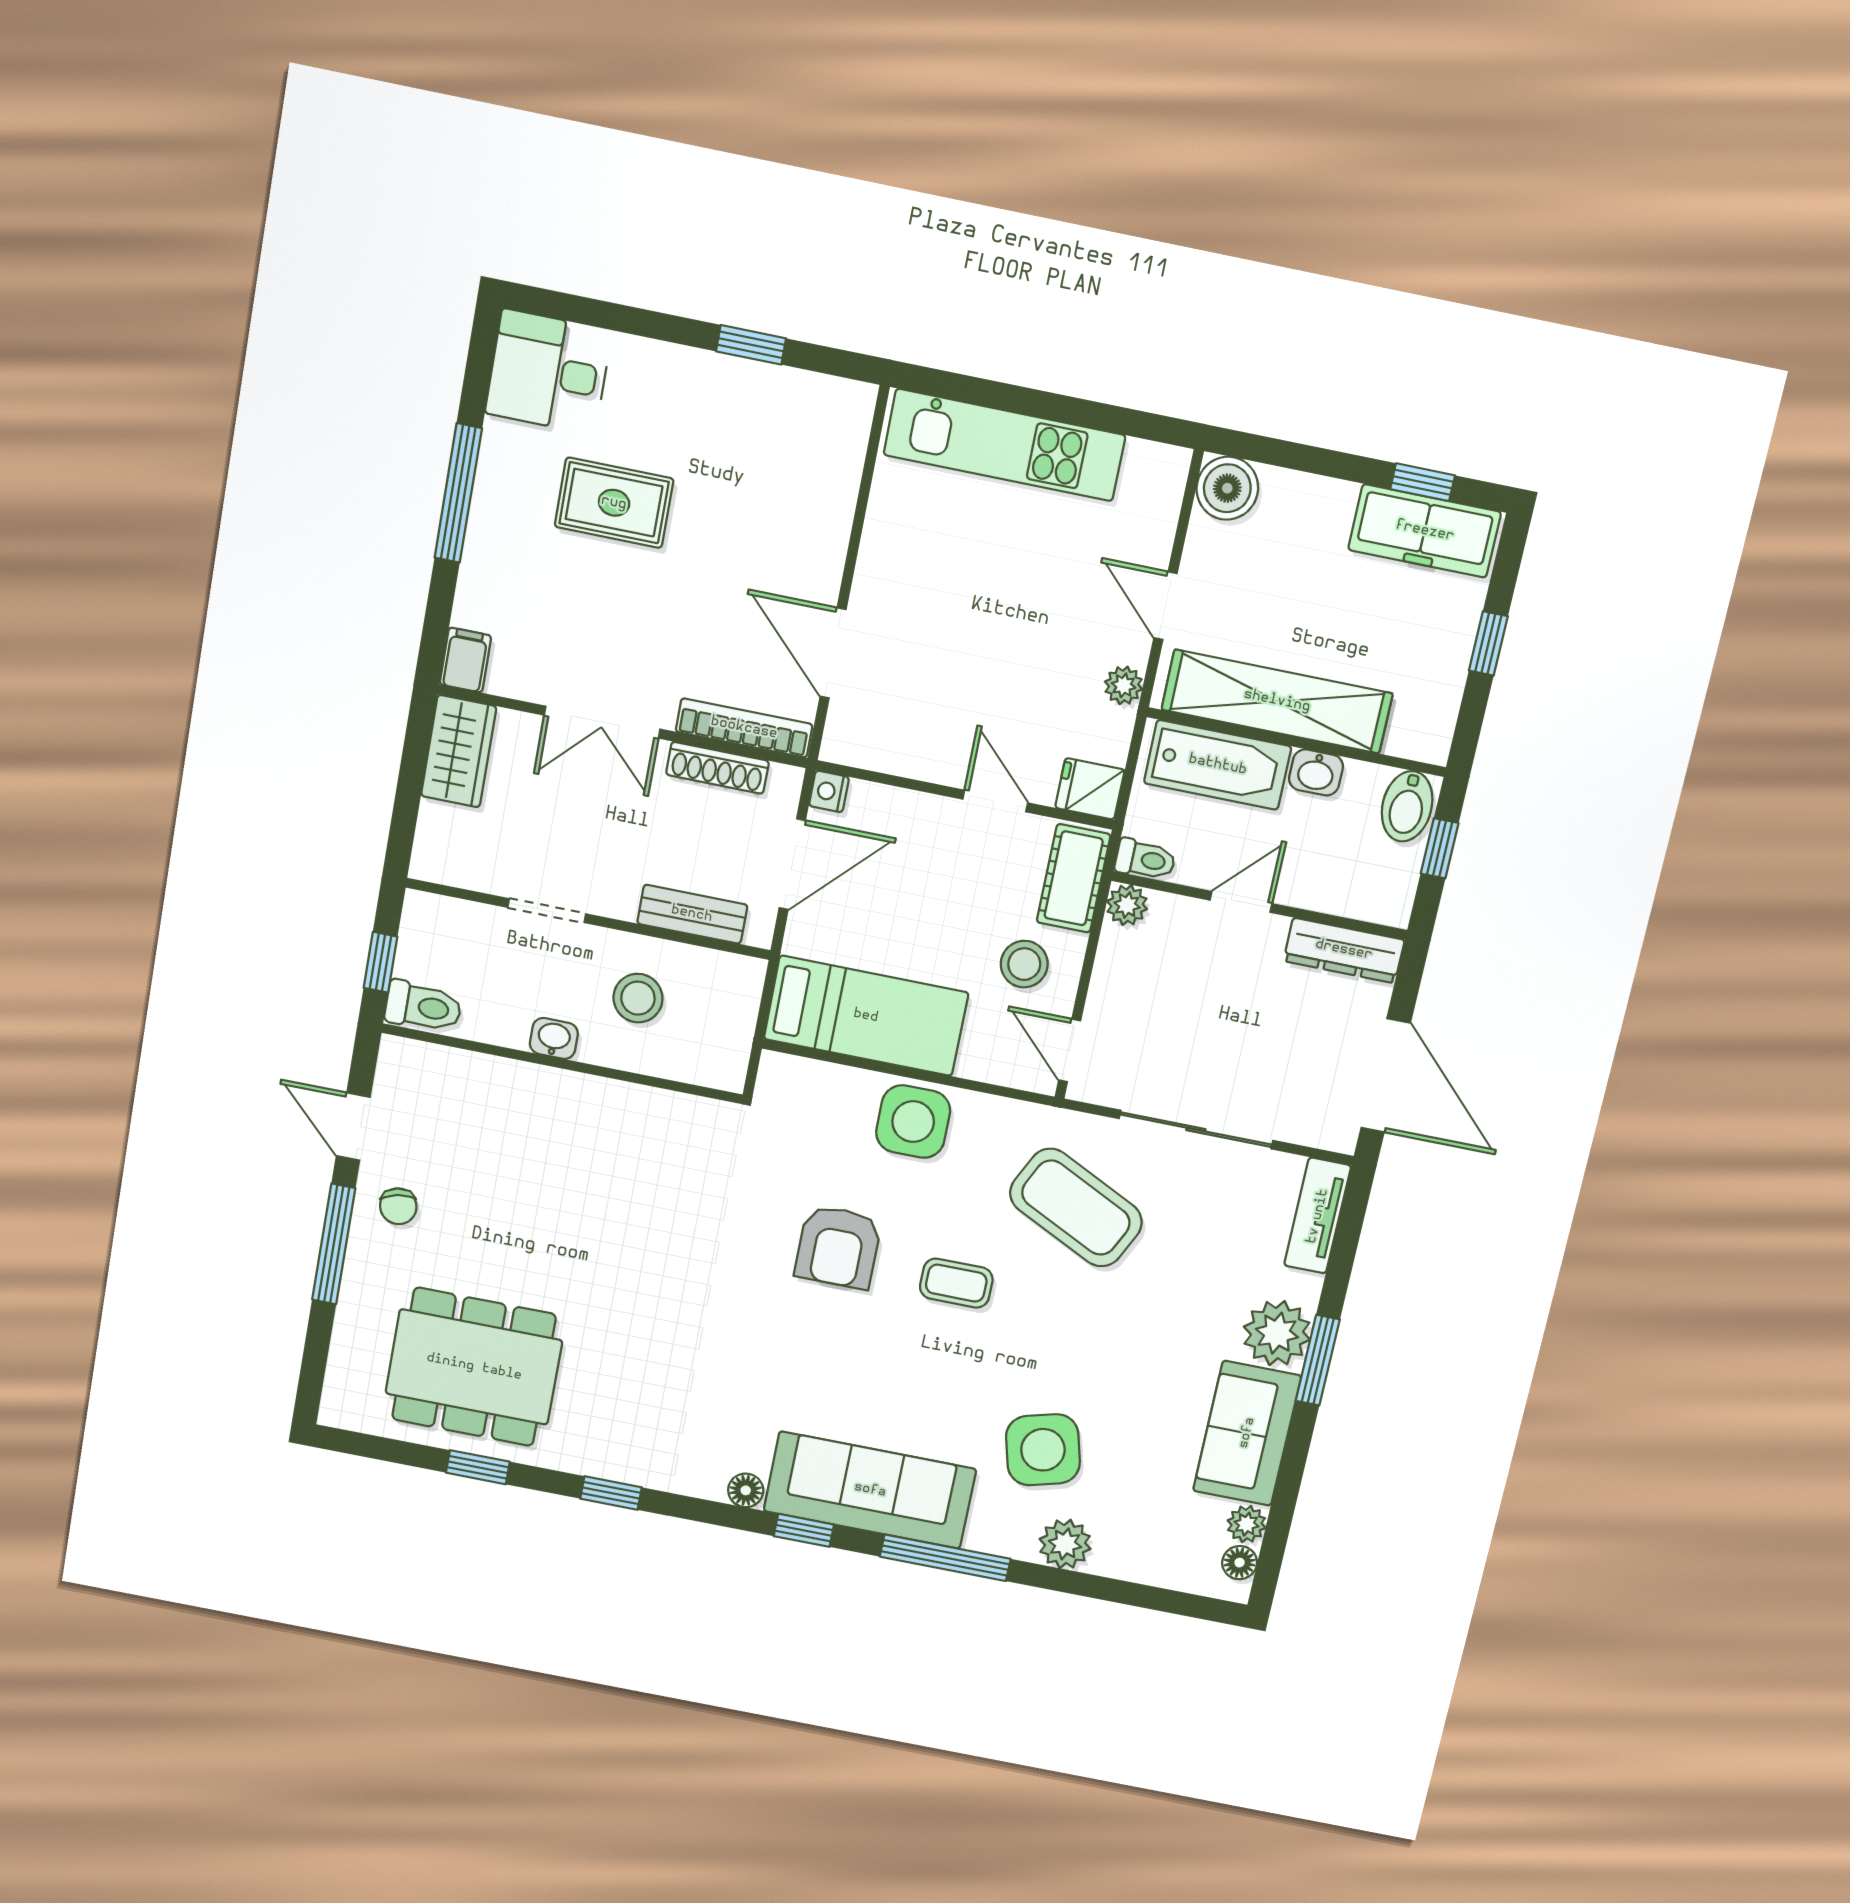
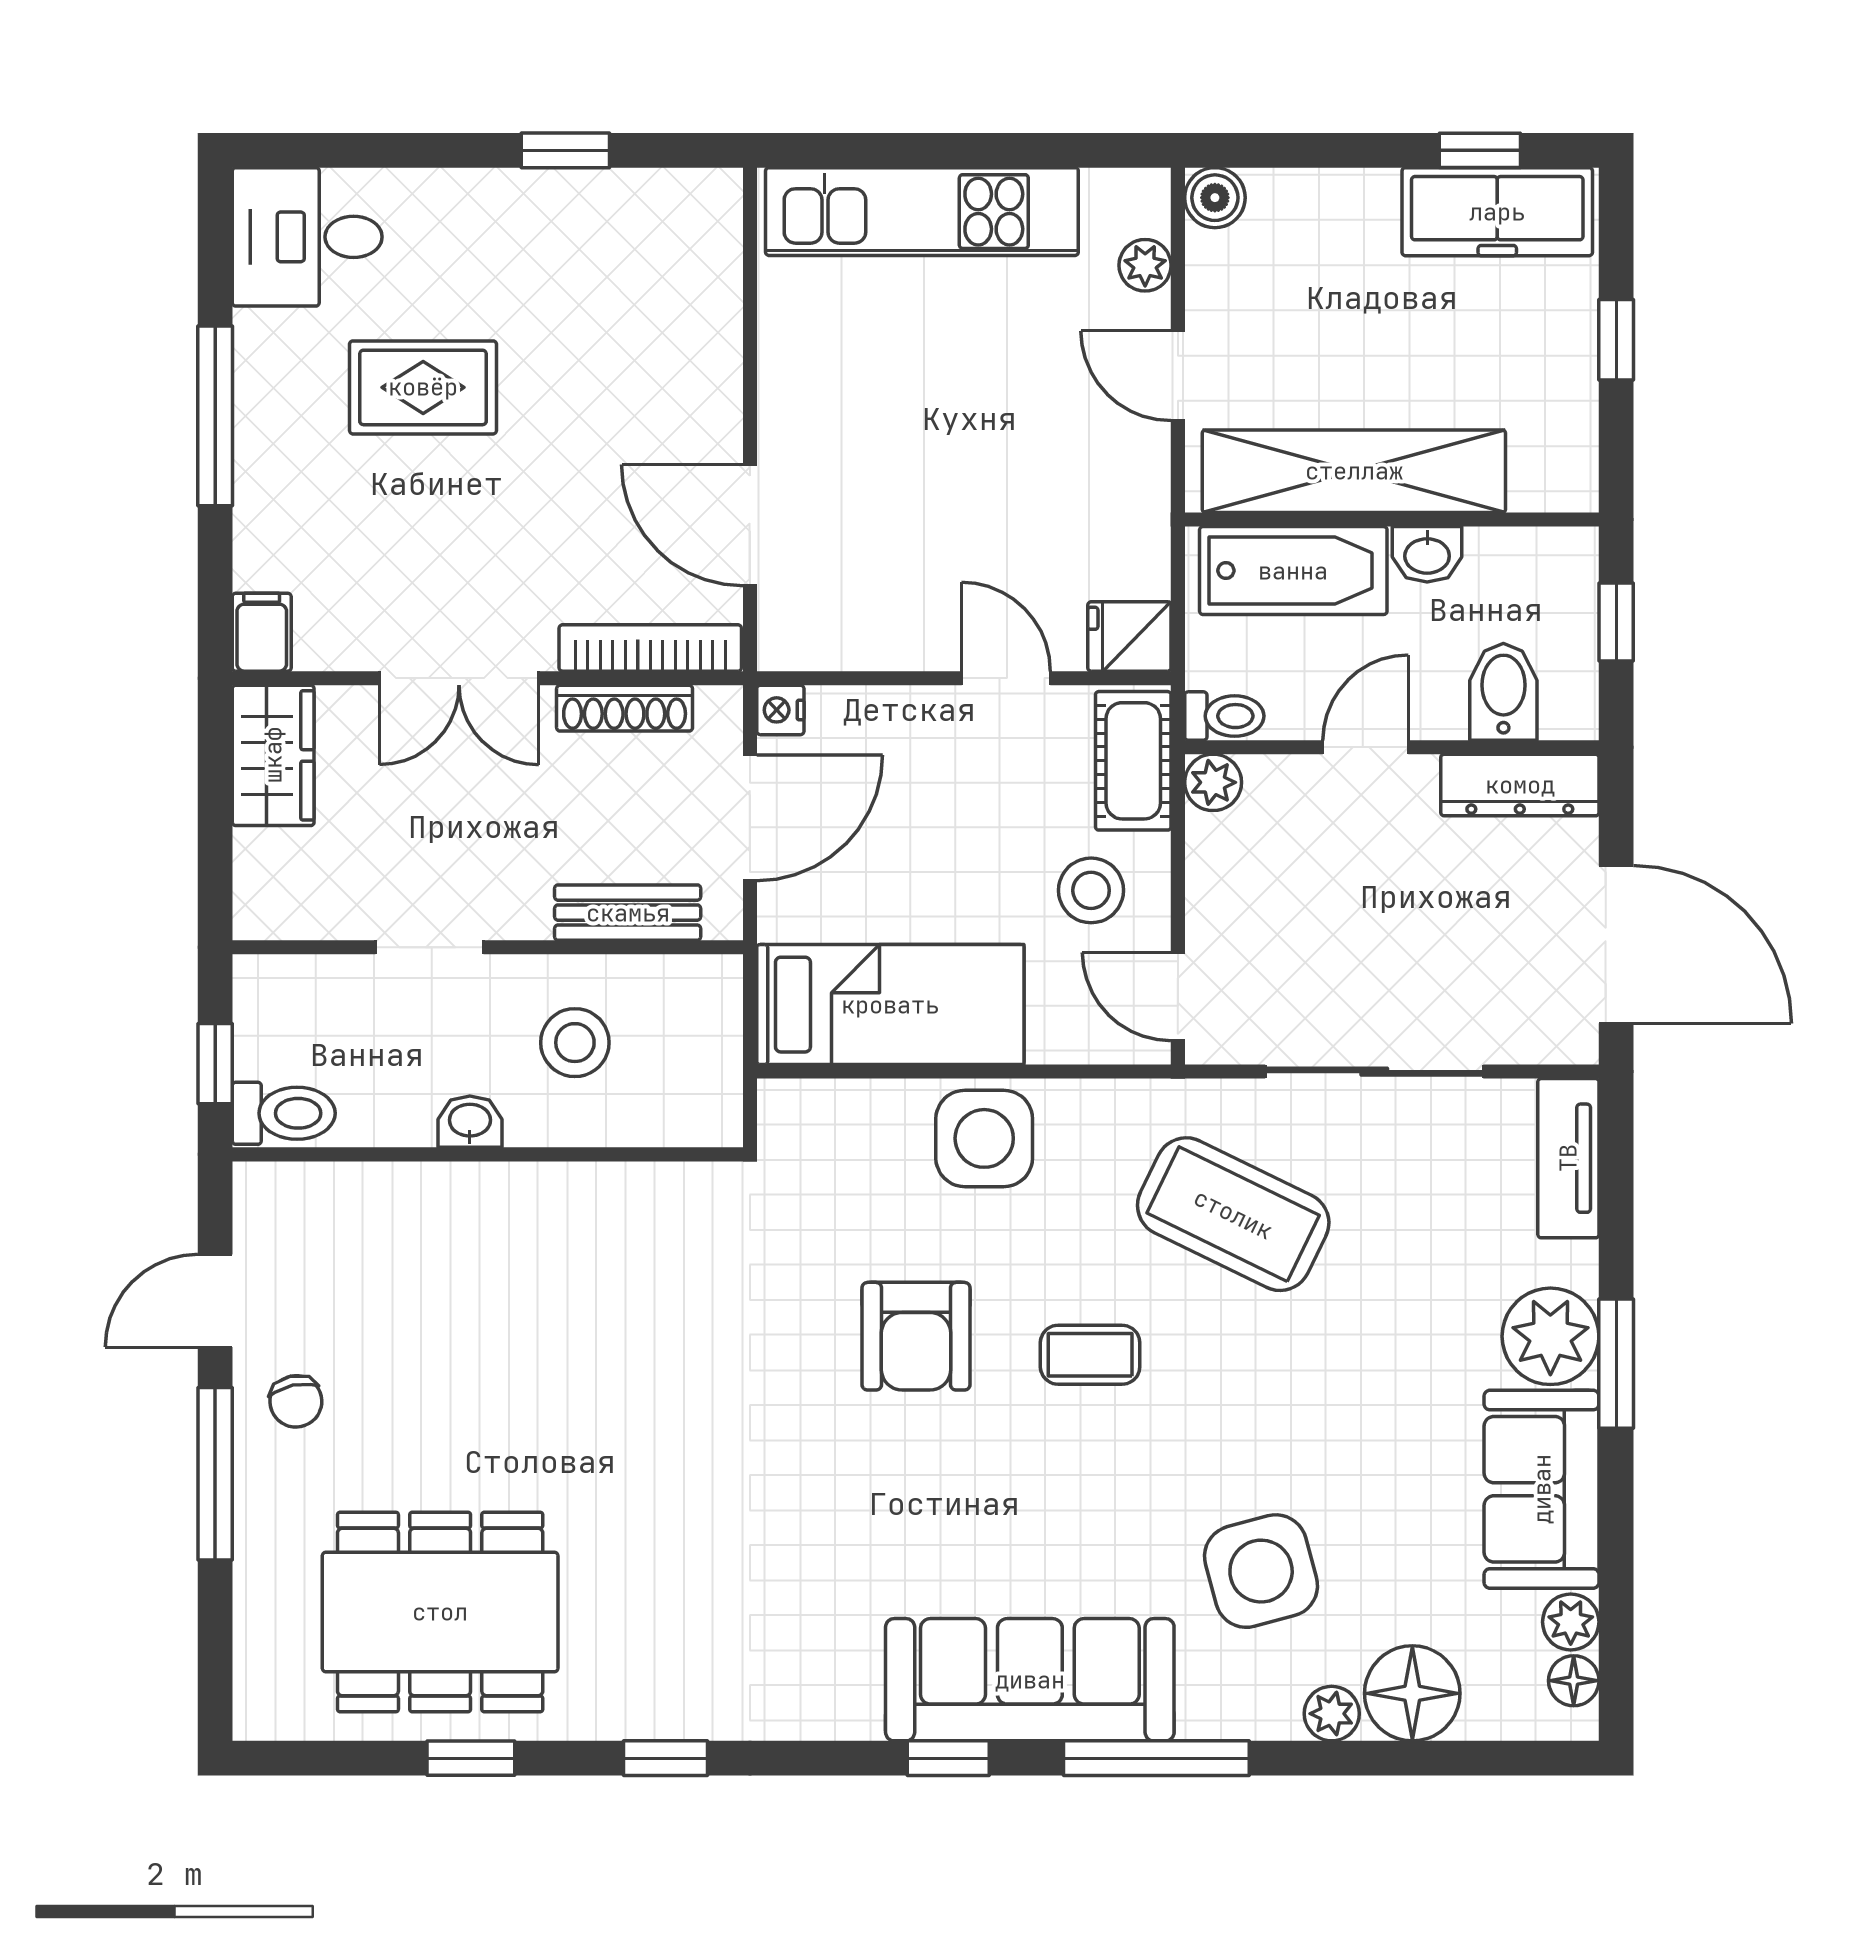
boiler: (1227, 488) -> (1215, 198), width x0.73, depth x0.73
plant: (1124, 685) -> (1145, 265), moved
bidet: (1407, 806) -> (1503, 692), moved, turned 180
door: (353, 1127) -> (215, 1301), hinge flipped
floor lamp: (746, 1490) -> (1412, 1693), moved, width x1.89, depth x1.89
plant: (1065, 1544) -> (1332, 1714), width x0.73, depth x0.73

